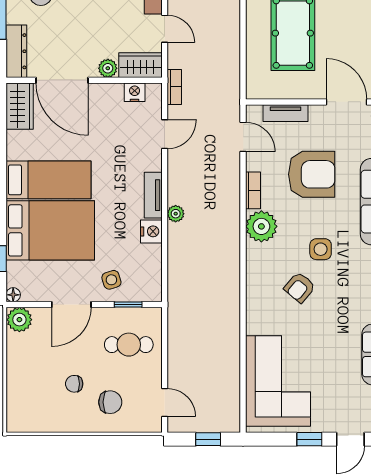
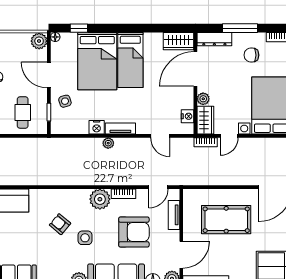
bookcase: (174, 87) -> (206, 142), moved
armchair: (312, 174) -> (134, 232), turned -90

